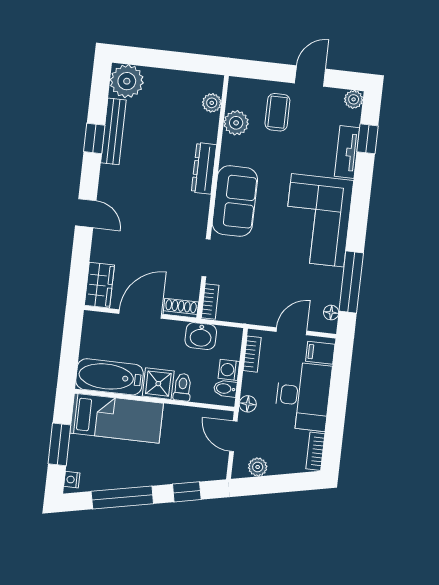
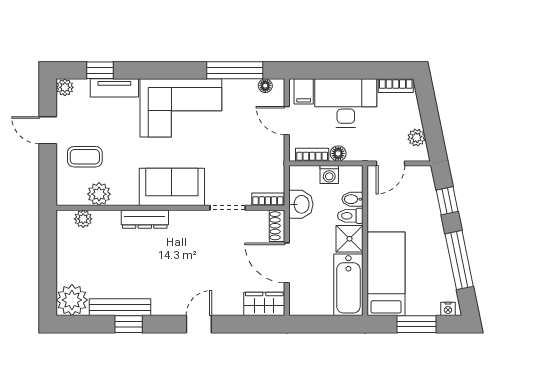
bidet: (225, 389) -> (352, 199), moved, turned 90
floor lamp: (248, 404) -> (338, 153), moved

